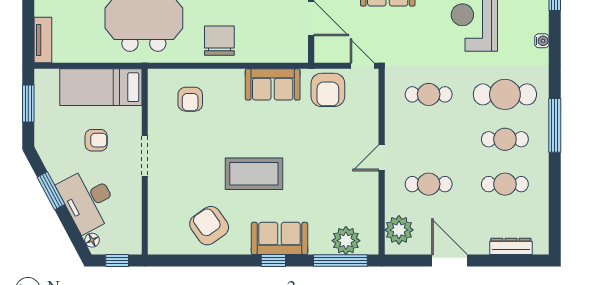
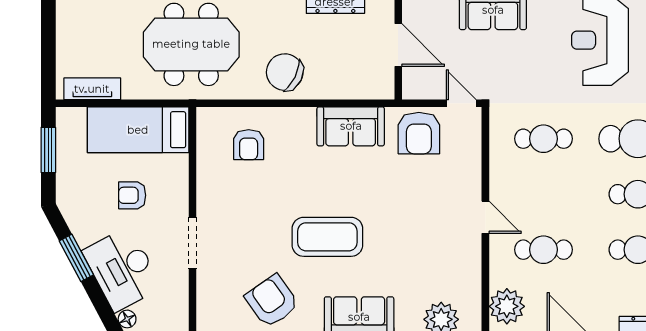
tv unit: (43, 40) -> (92, 89), moved, turned -90
chair: (219, 41) -> (285, 72), turned -64
armchair: (96, 140) -> (132, 195), turned 180
doorway: (145, 156) -> (192, 243), moved
door: (382, 158) -> (485, 217), swing flipped

